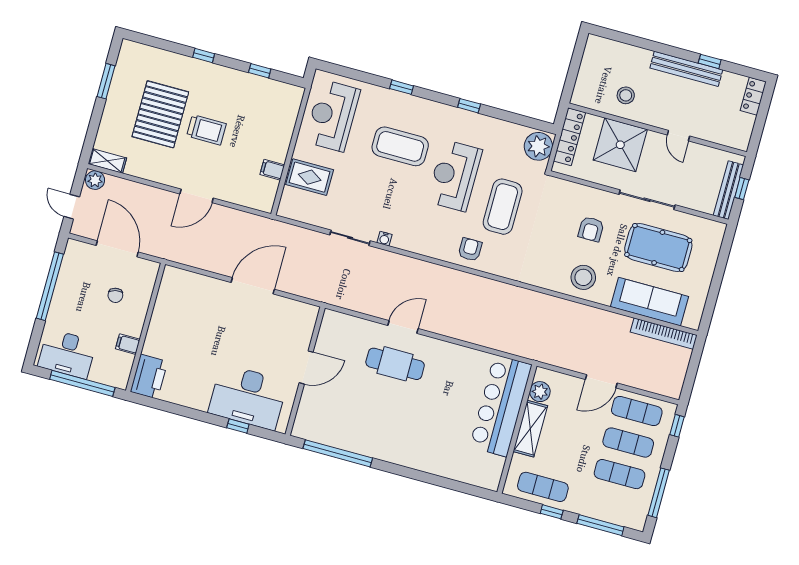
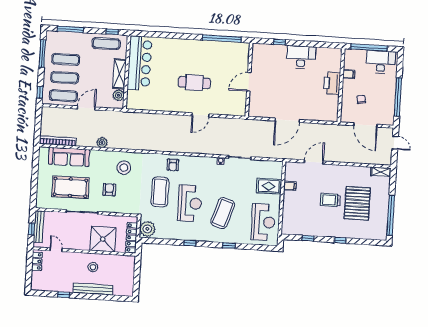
bench: (686, 69) -> (93, 289), moved
window: (106, 81) -> (391, 215), width x2.11
stool: (626, 95) -> (93, 267), moved
locker: (753, 96) -> (37, 261), moved
door: (678, 136) -> (56, 250), moved
coffee table: (400, 146) -> (223, 213), turned -72
plant: (95, 180) -> (102, 143), moved
door: (197, 196) -> (314, 162), moved
stool: (583, 277) -> (124, 168), moved
cafe table: (395, 364) -> (194, 83), moved
printer: (149, 377) -> (332, 83), moved
desk: (248, 397) -> (301, 57), moved, width x0.73, depth x0.77
bar counter: (501, 406) -> (140, 63), moved
window: (552, 512) -> (112, 32), moved

